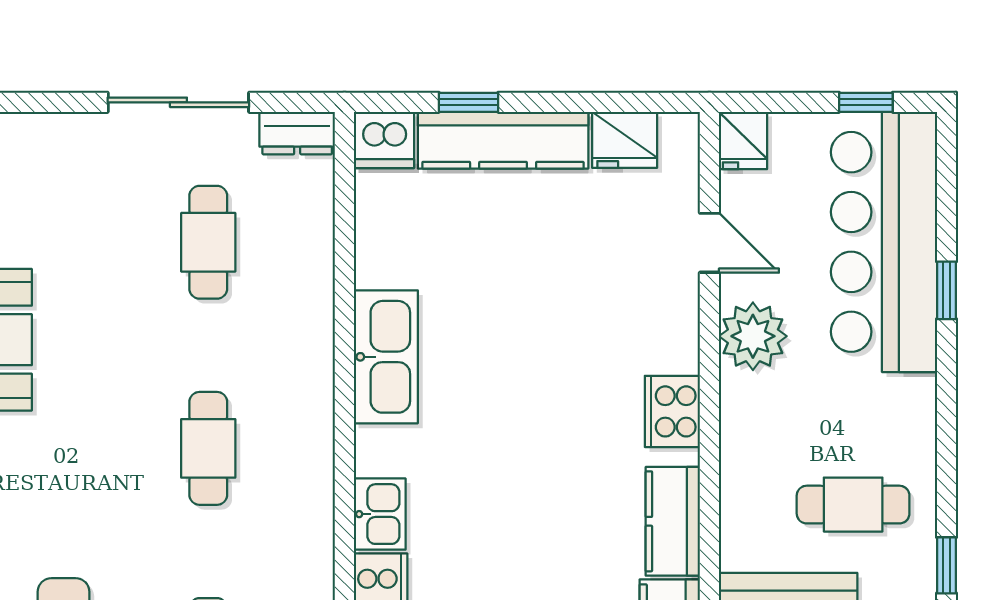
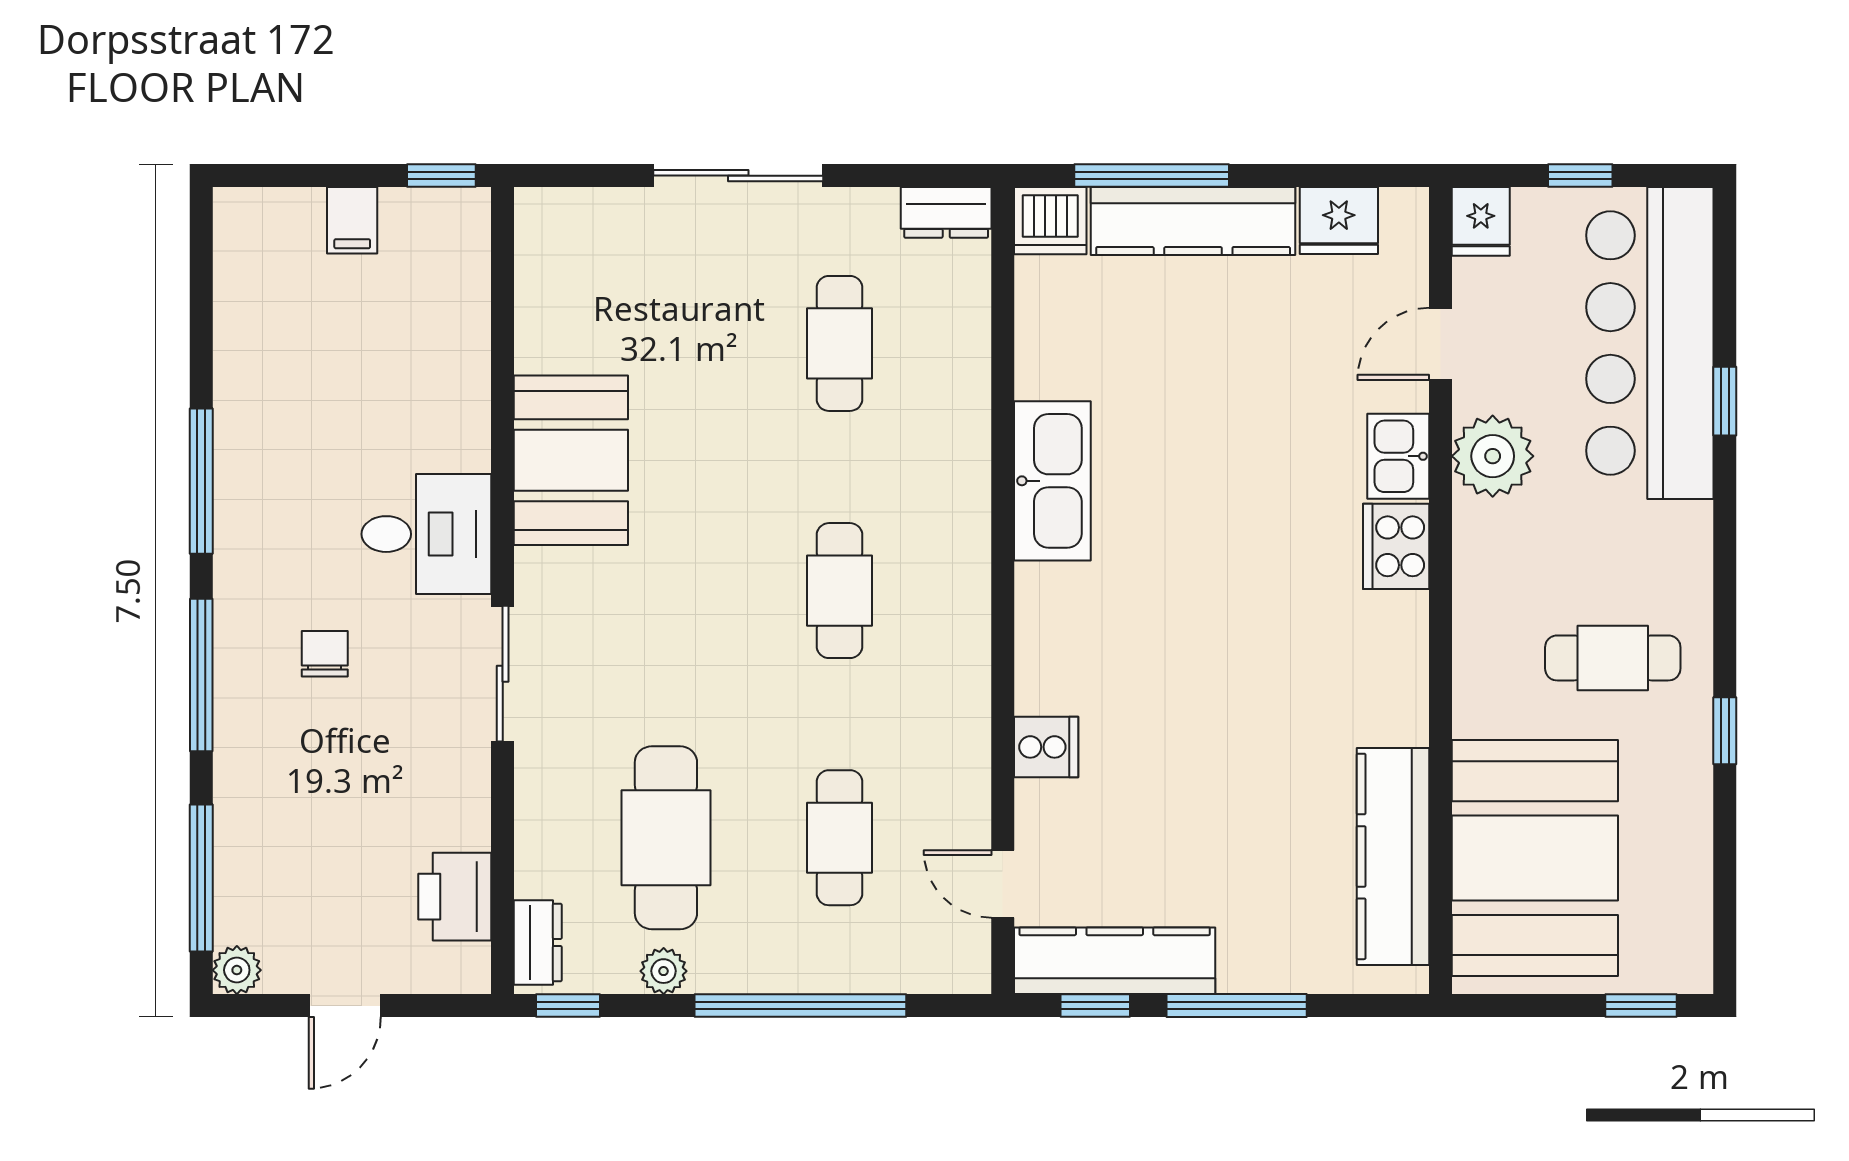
sliding door: (178, 102) -> (738, 176), moved
window: (469, 102) -> (1152, 176), width x2.17
window: (866, 102) -> (1580, 176), moved
door: (709, 243) -> (1441, 344), swing flipped
kitchen sink: (380, 514) -> (1398, 456), moved, turned 180
kitchen counter: (673, 521) -> (1397, 678), removed

